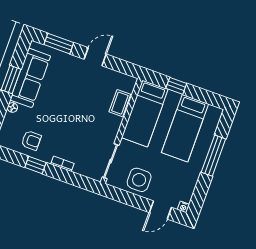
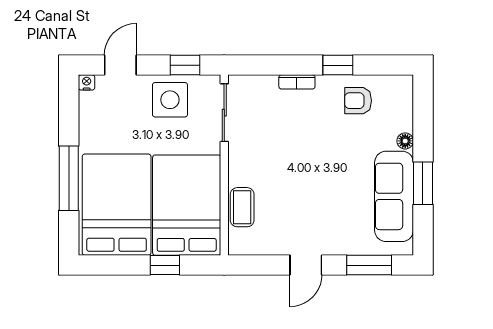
bed: (145, 113) -> (187, 205), width x1.50
bed: (185, 128) -> (117, 205), width x1.50
window: (123, 197) -> (185, 65), added

